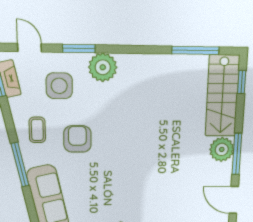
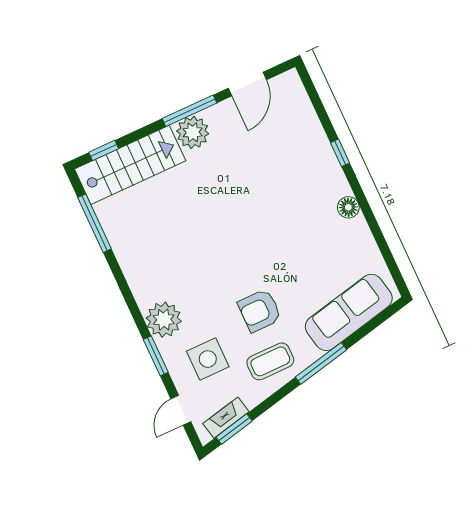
coffee table: (37, 130) -> (270, 361), width x1.36, depth x1.30

